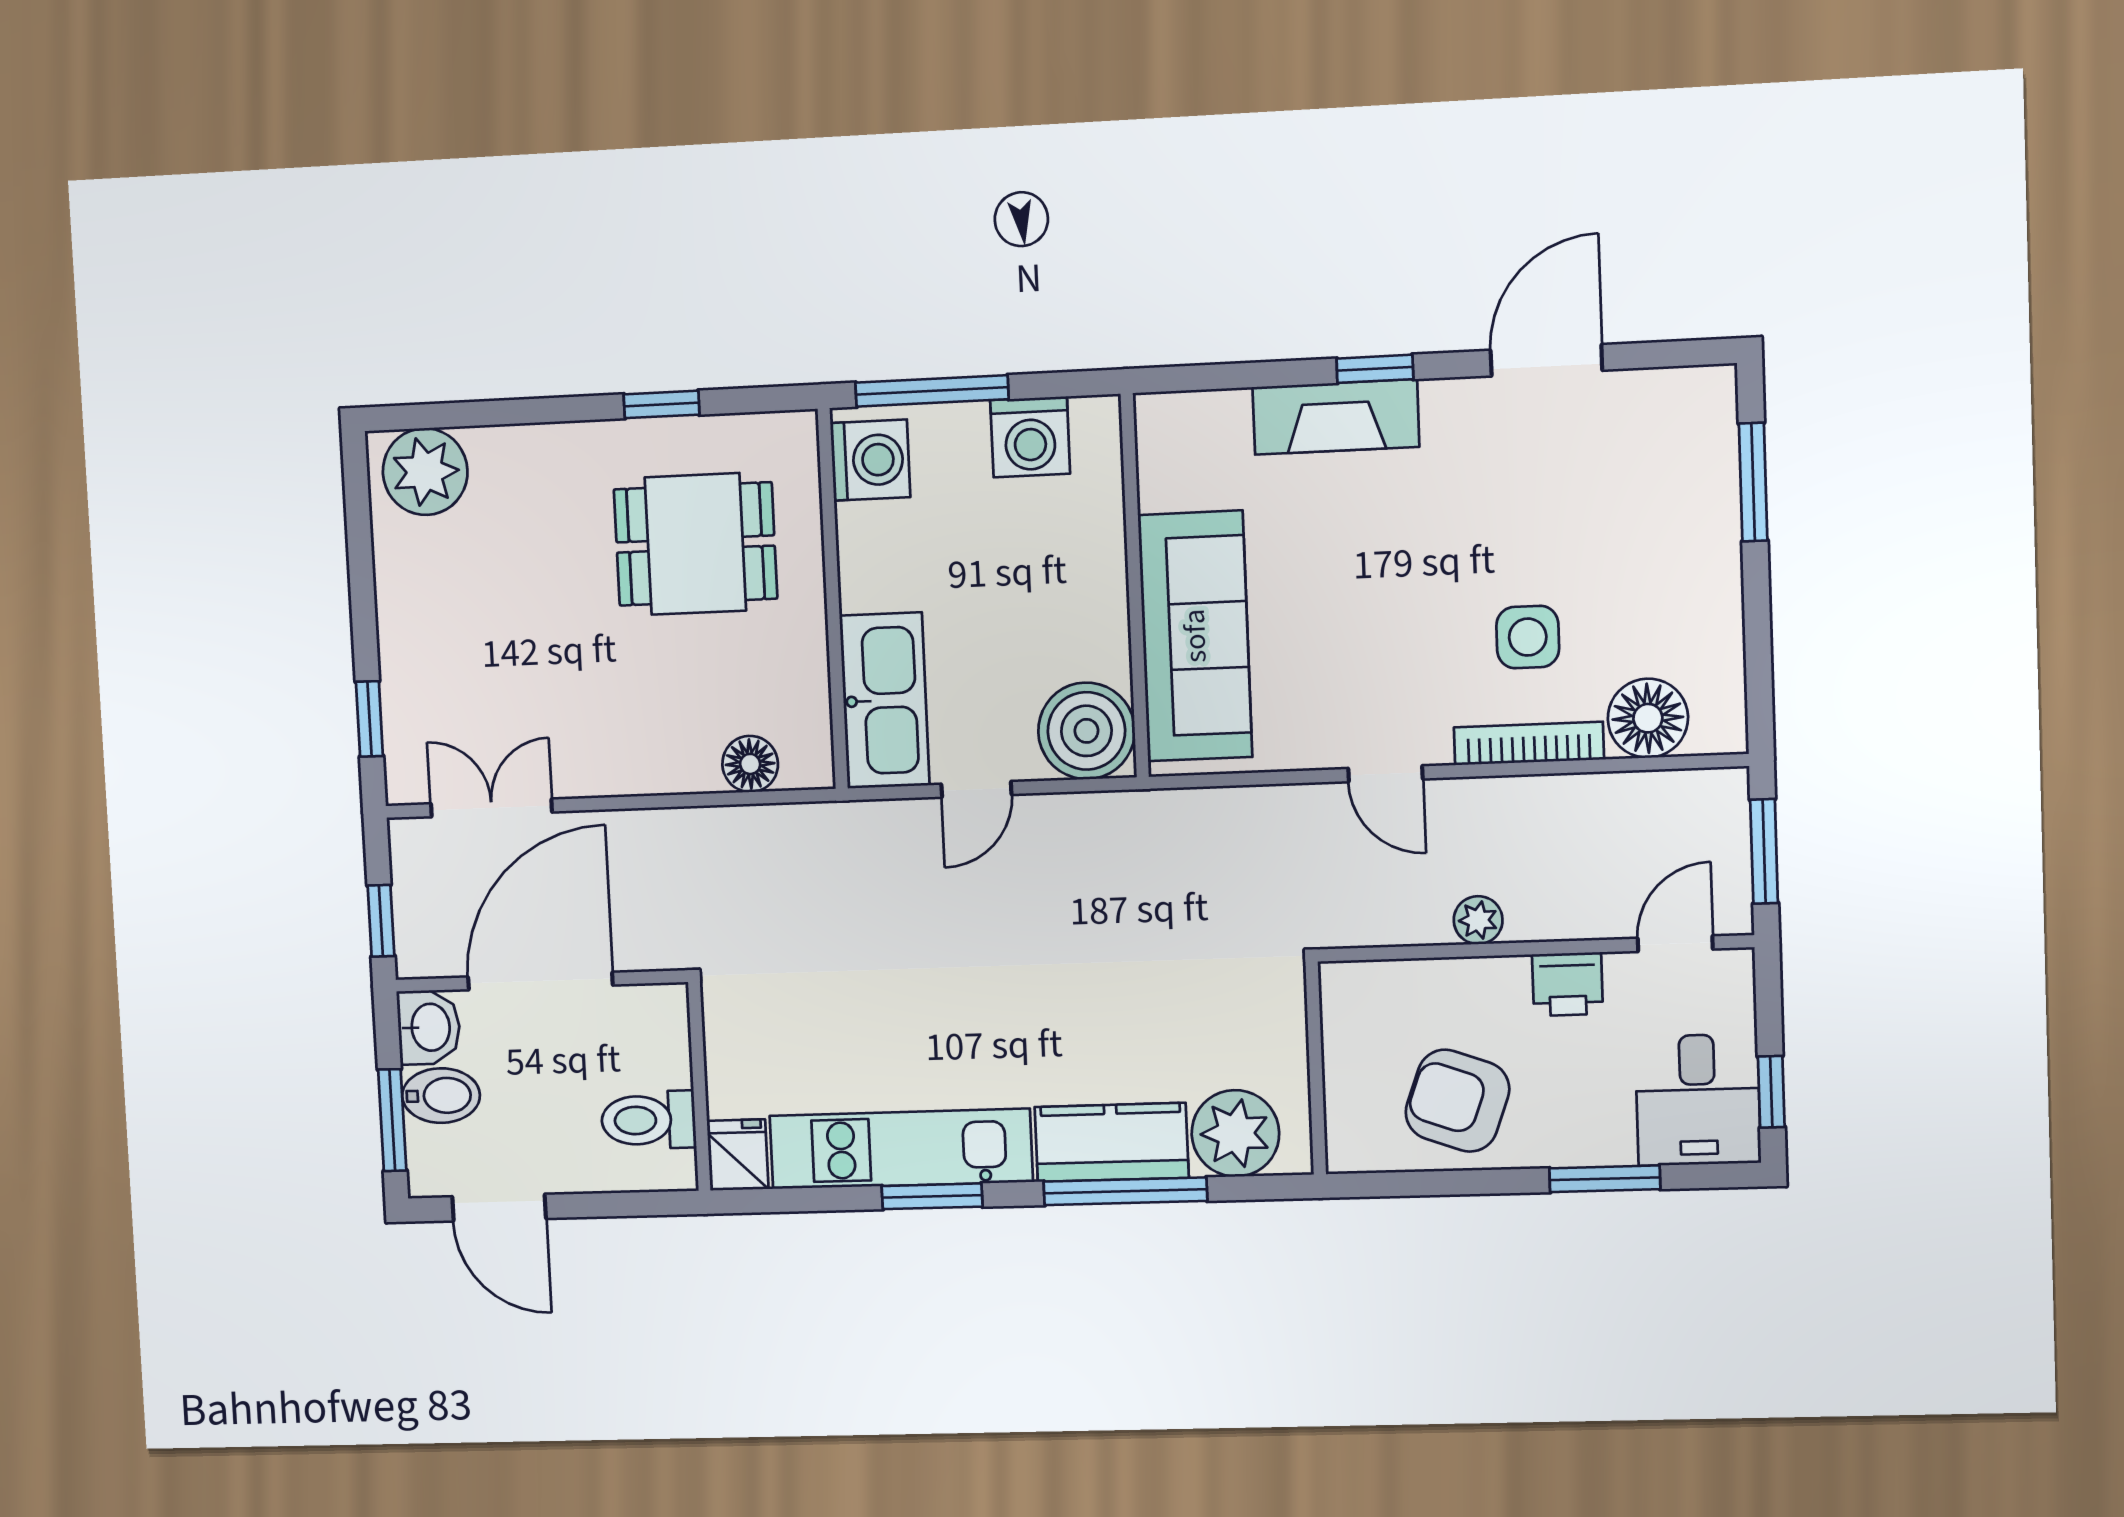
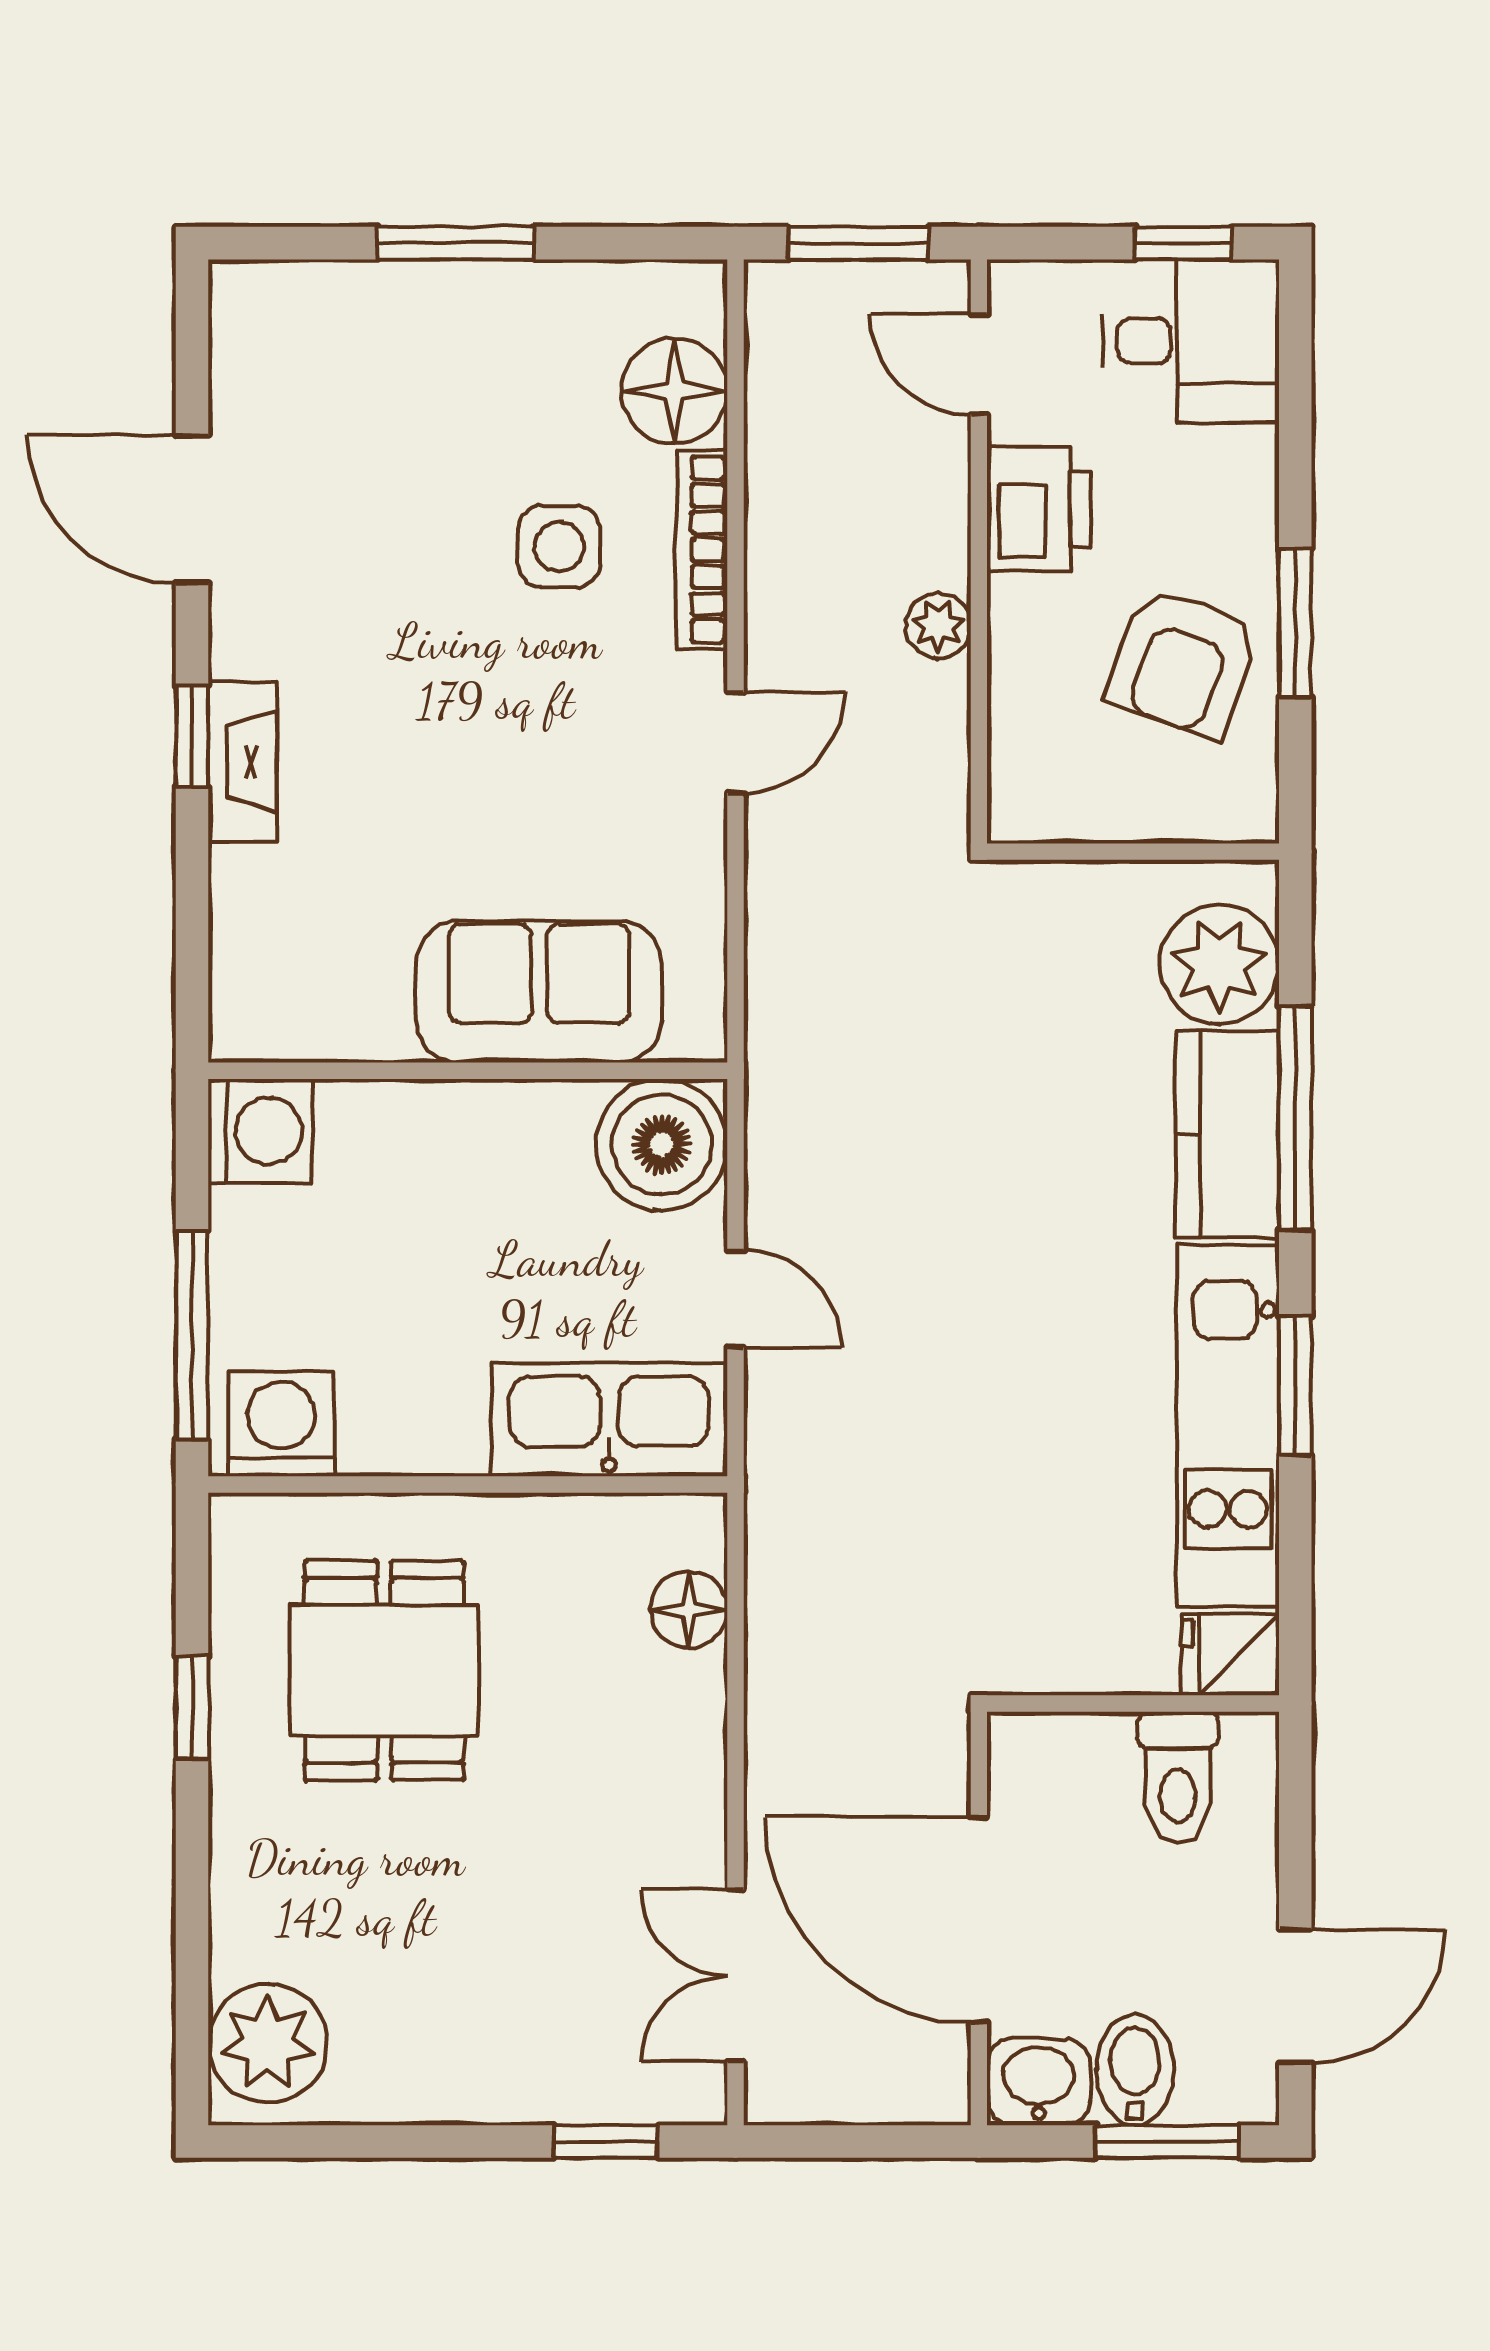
fireplace: (1336, 417) -> (243, 762), width x0.73, depth x0.76
washing machine: (1030, 437) -> (260, 1131), moved
window: (1753, 482) -> (456, 243), moved
sofa: (1195, 636) -> (539, 992), width x0.73
window: (381, 921) -> (887, 2141), removed
printer: (1568, 984) -> (1039, 509), width x1.36, depth x1.24
window: (1605, 1179) -> (1295, 623), moved

